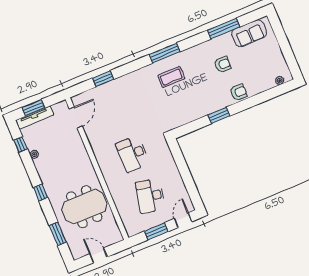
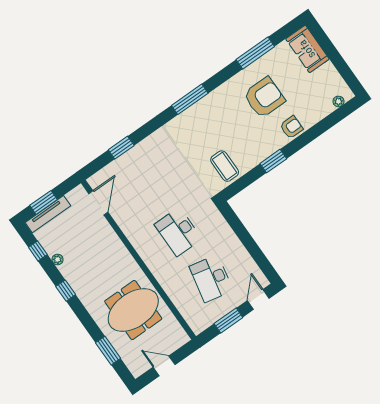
sofa: (249, 33) -> (307, 49), moved, turned 90
armchair: (223, 65) -> (264, 97), width x1.88, depth x1.88
coffee table: (171, 77) -> (225, 166), moved, turned 90
window: (41, 193) -> (66, 291), moved

